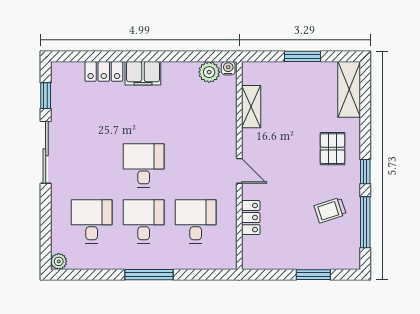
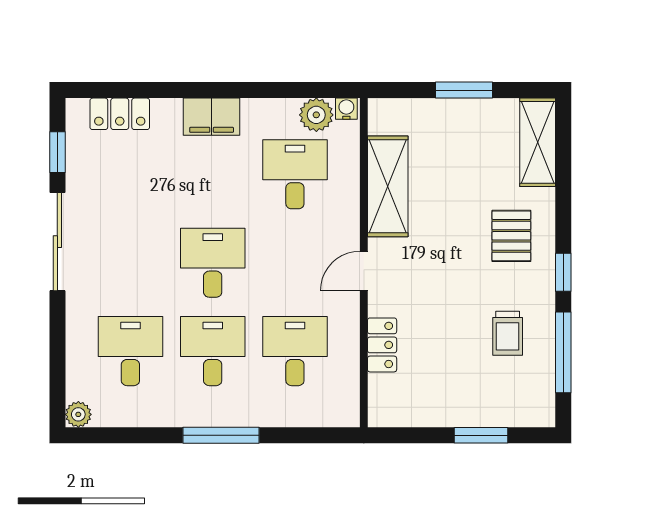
locker: (104, 71) -> (120, 114), moved
shelving: (251, 107) -> (388, 186), width x1.50, depth x1.33
desk: (196, 110) -> (295, 174), added
door: (239, 171) -> (364, 271), swing flipped
trolley: (330, 210) -> (508, 333), turned -72

